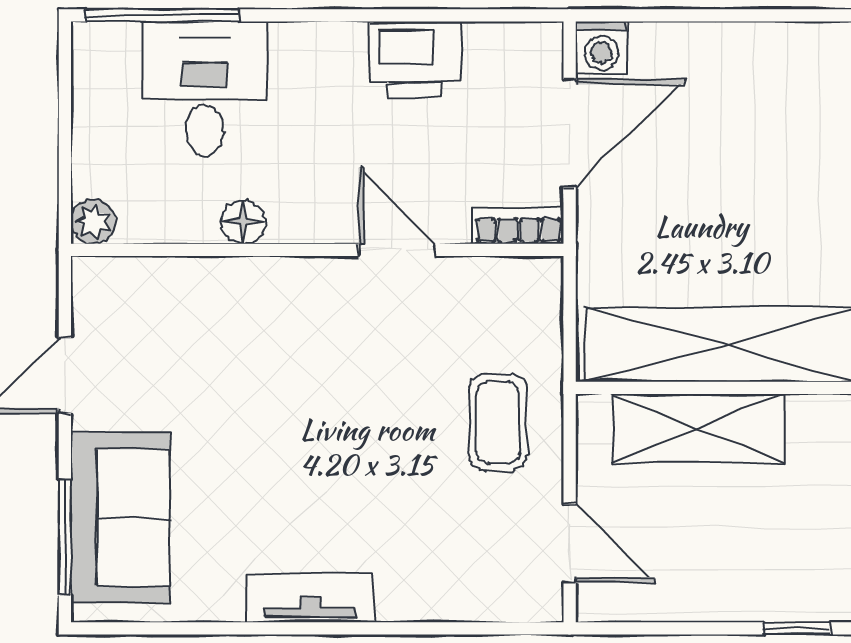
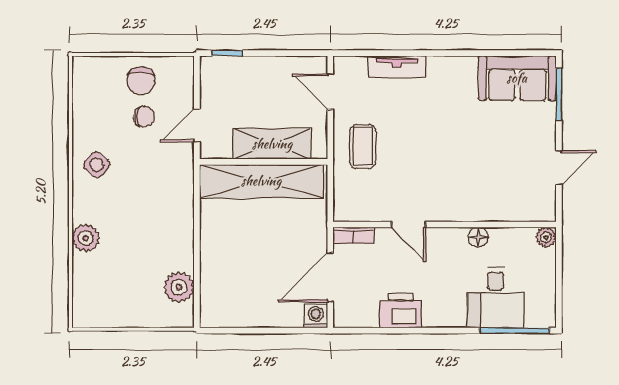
sofa: (120, 518) -> (517, 78), moved, turned -90
tv unit: (310, 598) -> (397, 67), moved

